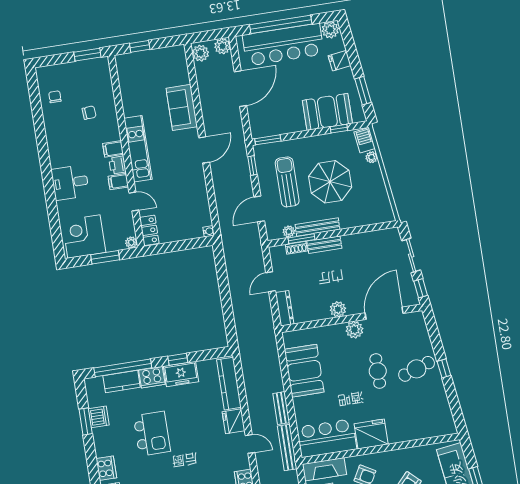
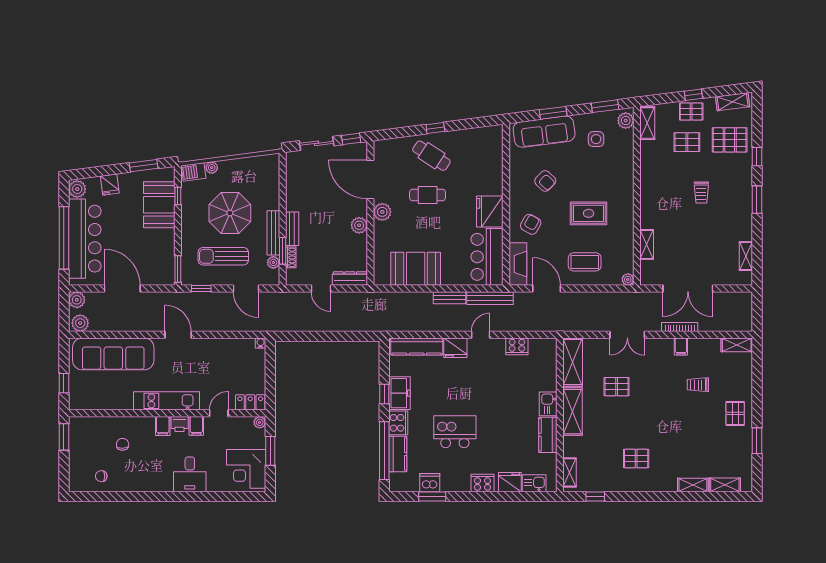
sofa: (182, 107) -> (113, 354), width x1.85, depth x1.27
cafe table: (417, 369) -> (431, 156), turned -38

